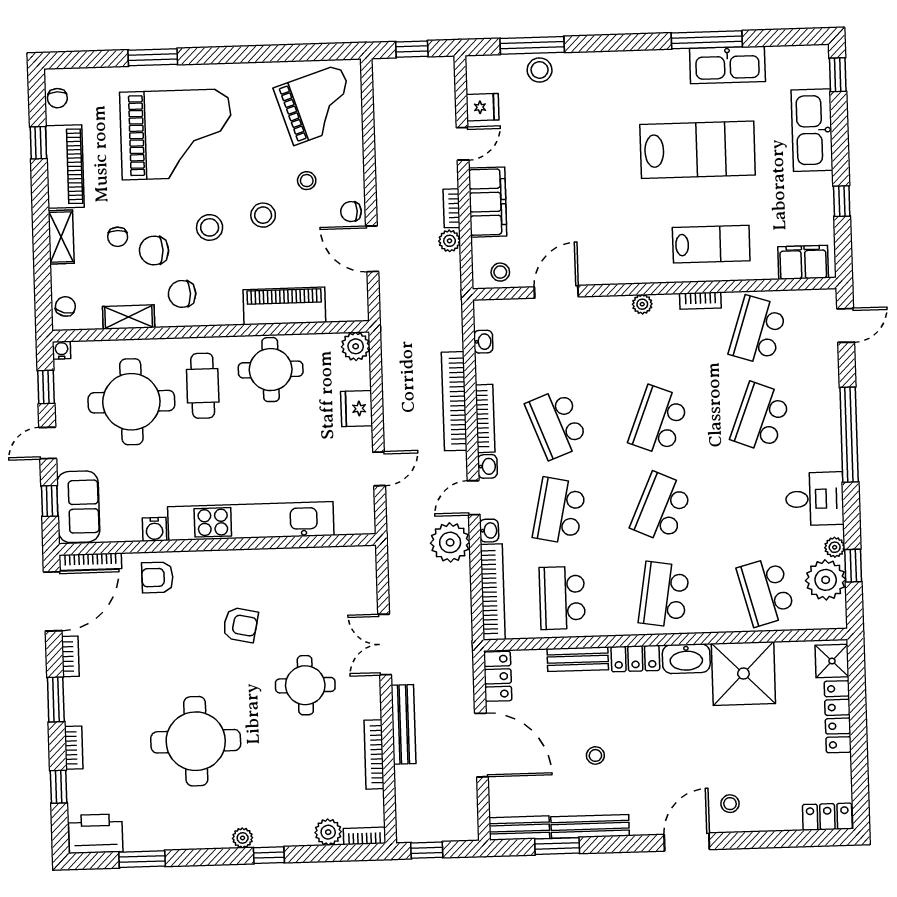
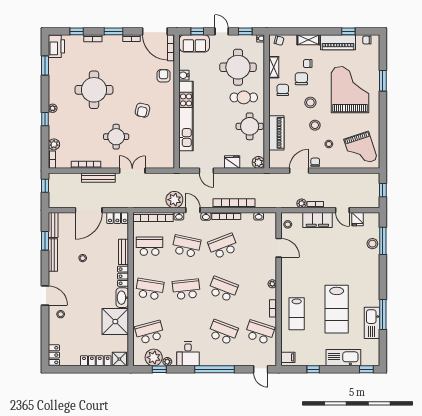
grand piano: (176, 134) -> (350, 90), turned 180
filing cabinet: (803, 262) -> (288, 357), width x0.50
school desk: (661, 508) -> (186, 289), turned -30

